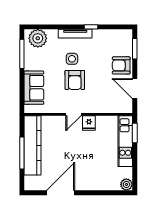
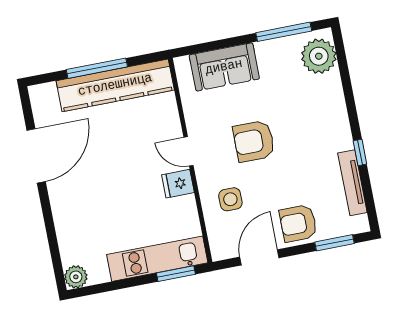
tv unit: (75, 34) -> (352, 183), moved
side table: (72, 59) -> (230, 199), moved
armchair: (121, 65) -> (298, 223), turned -90
door: (61, 193) -> (36, 156), hinge flipped

